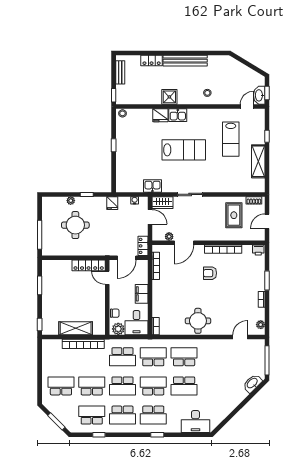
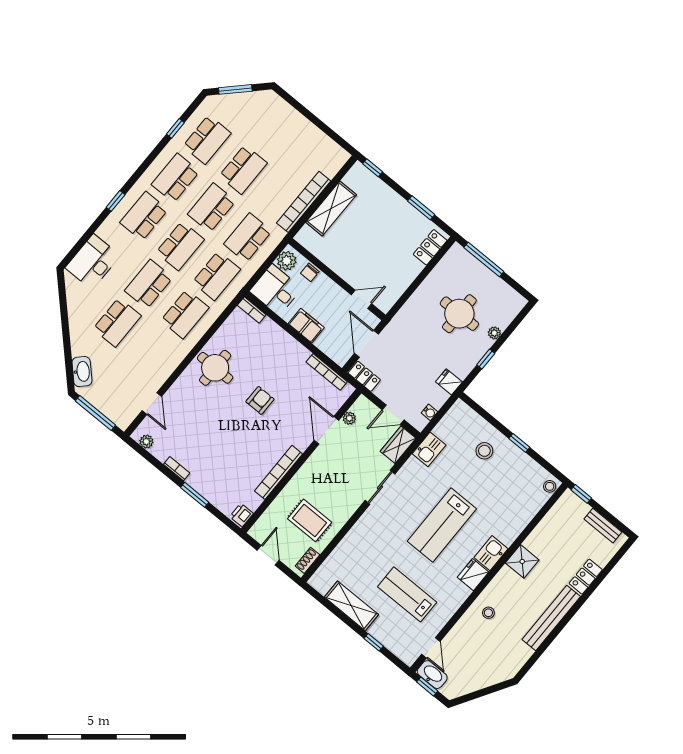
fridge: (160, 115) -> (473, 575), moved
stool: (131, 159) -> (484, 451), added
locker: (89, 265) -> (430, 247), moved, width x0.66
armchair: (210, 273) -> (260, 400), moved
school desk: (61, 386) -> (117, 322), moved

